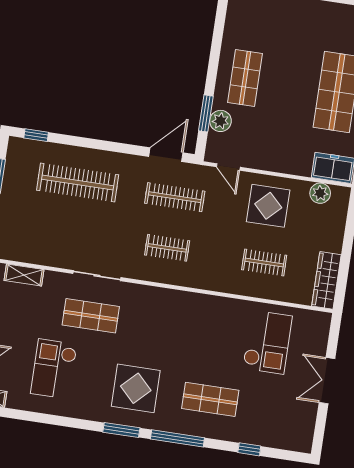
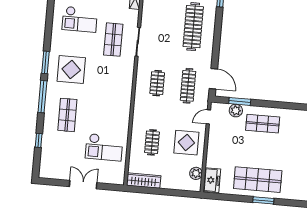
checkout: (54, 369) -> (80, 19), turned 180

